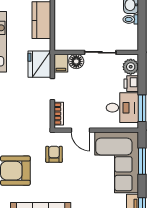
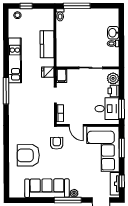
floor lamp: (76, 61) -> (73, 75), removed
fridge: (39, 64) -> (48, 72), width x0.53, depth x0.75

